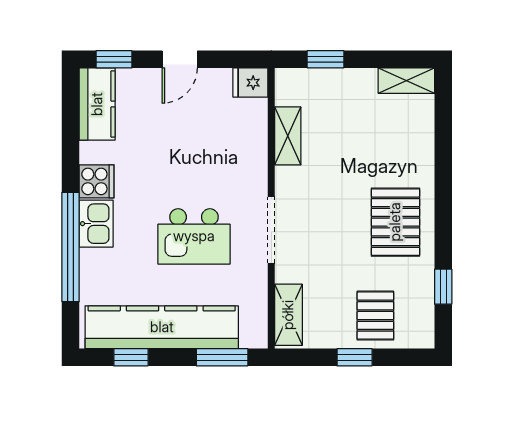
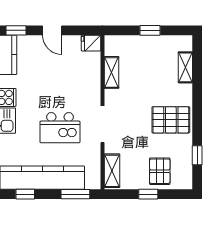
door: (180, 59) -> (52, 30), hinge flipped
window: (325, 59) -> (150, 30), moved
shelving: (406, 81) -> (185, 67), moved, turned 90
pallet: (395, 222) -> (171, 120), turned 90

